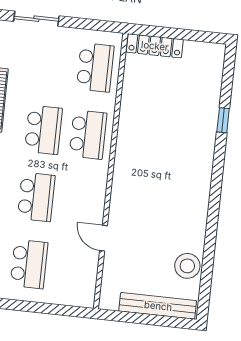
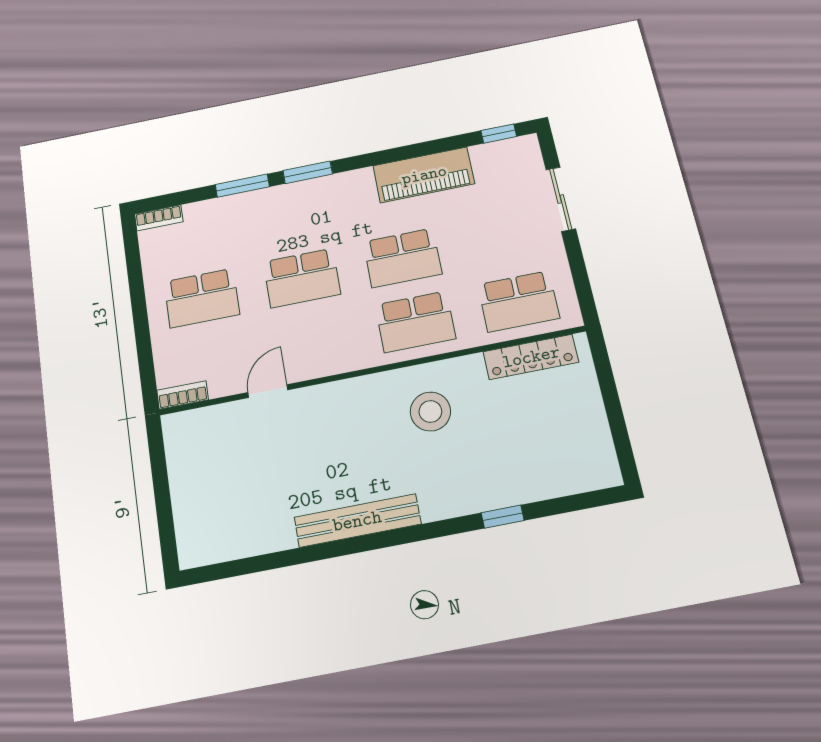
locker: (155, 46) -> (531, 357), moved, turned -90
stool: (187, 266) -> (430, 411), moved
bookcase: (89, 292) -> (183, 395), added
bench: (158, 306) -> (357, 521), moved, turned 90

